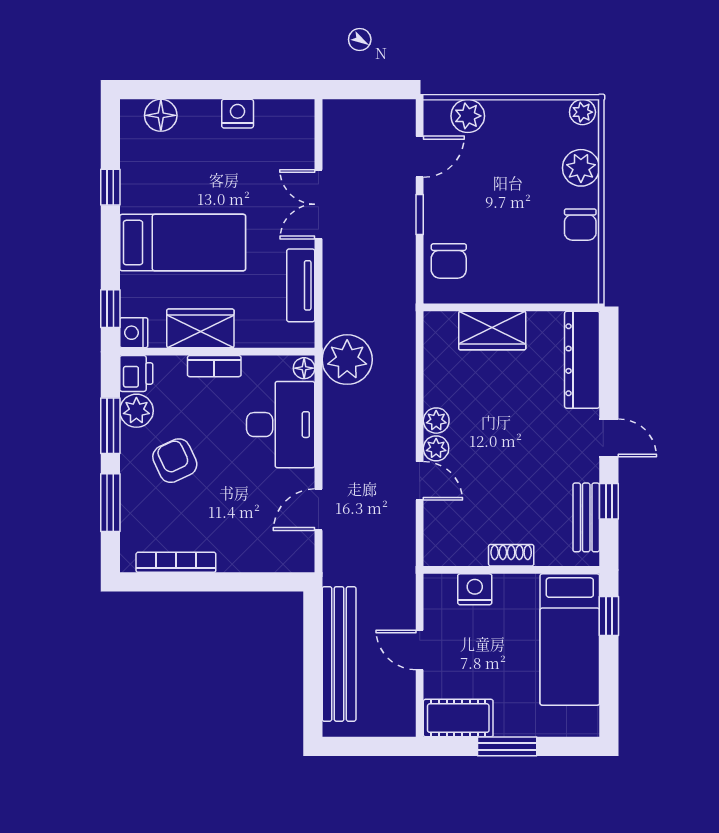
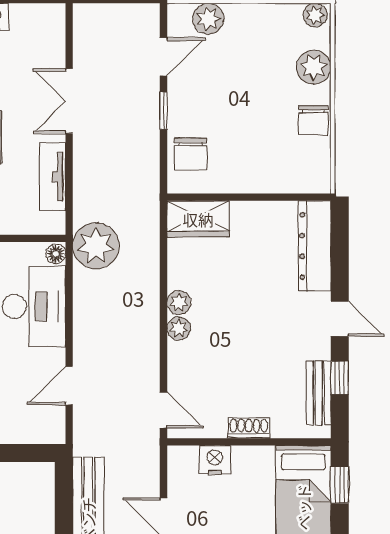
wardrobe: (492, 331) -> (198, 219), moved
door: (420, 481) -> (163, 410), moved

